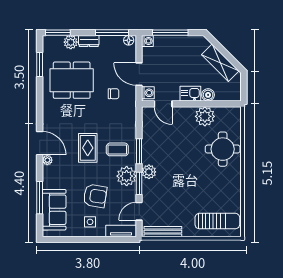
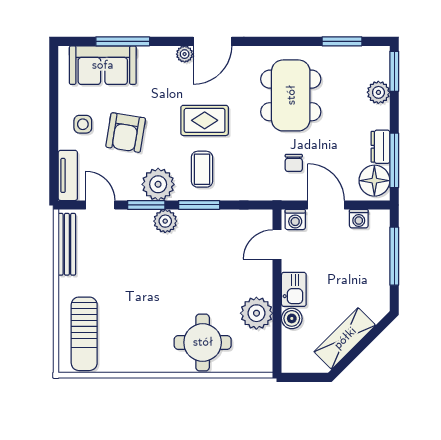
floor lamp: (129, 40) -> (374, 181), width x1.89, depth x1.89
dresser: (89, 41) -> (380, 147), moved
washing machine: (147, 41) -> (359, 219), moved
door: (139, 74) -> (326, 205), hinge flipped
dining table: (72, 80) -> (291, 95), moved

